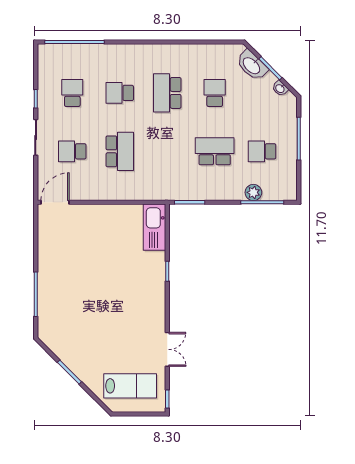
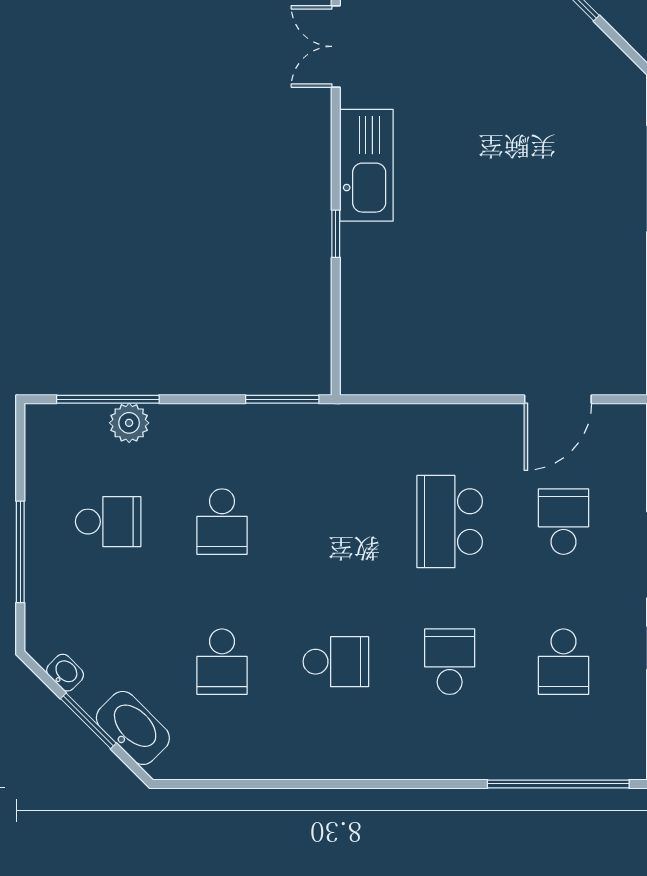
school desk: (120, 93) -> (450, 662), turned -90
school desk: (167, 93) -> (336, 662), width x0.54
school desk: (72, 151) -> (563, 522), turned -90
school desk: (215, 151) -> (222, 522), width x0.54
door: (55, 202) -> (558, 399), moved
kitchen sink: (154, 227) -> (366, 165), moved

